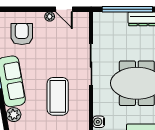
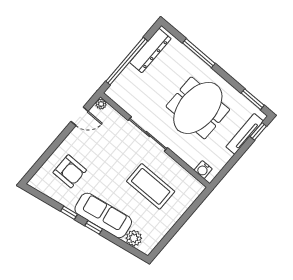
plant: (50, 16) -> (101, 104), moved
armchair: (22, 34) -> (70, 171), turned 180

